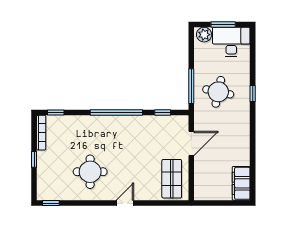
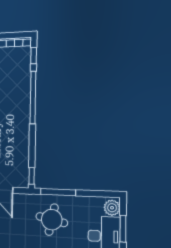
window: (116, 112) -> (33, 97), moved
window: (163, 112) -> (32, 176), moved

